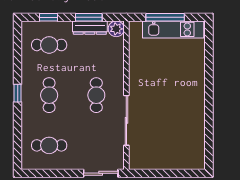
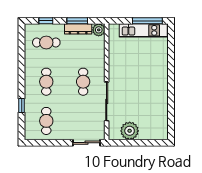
window: (165, 17) -> (147, 21), moved
window: (18, 93) -> (22, 106), moved
cafe table: (49, 145) -> (46, 121), turned 90
plant: (156, 158) -> (130, 131), added

